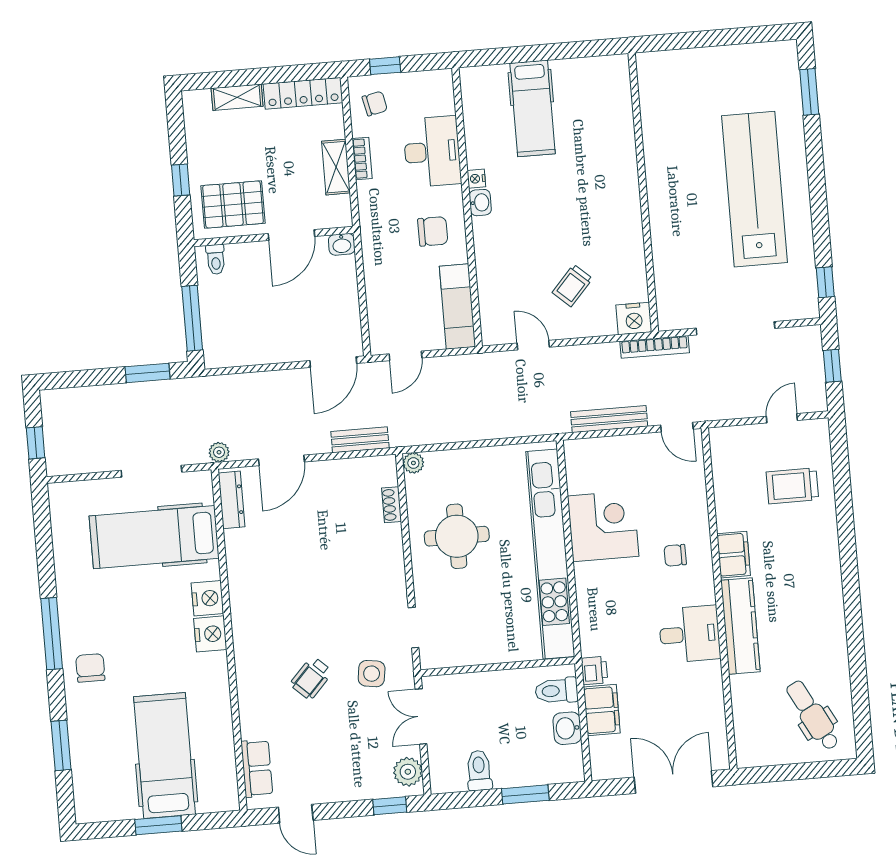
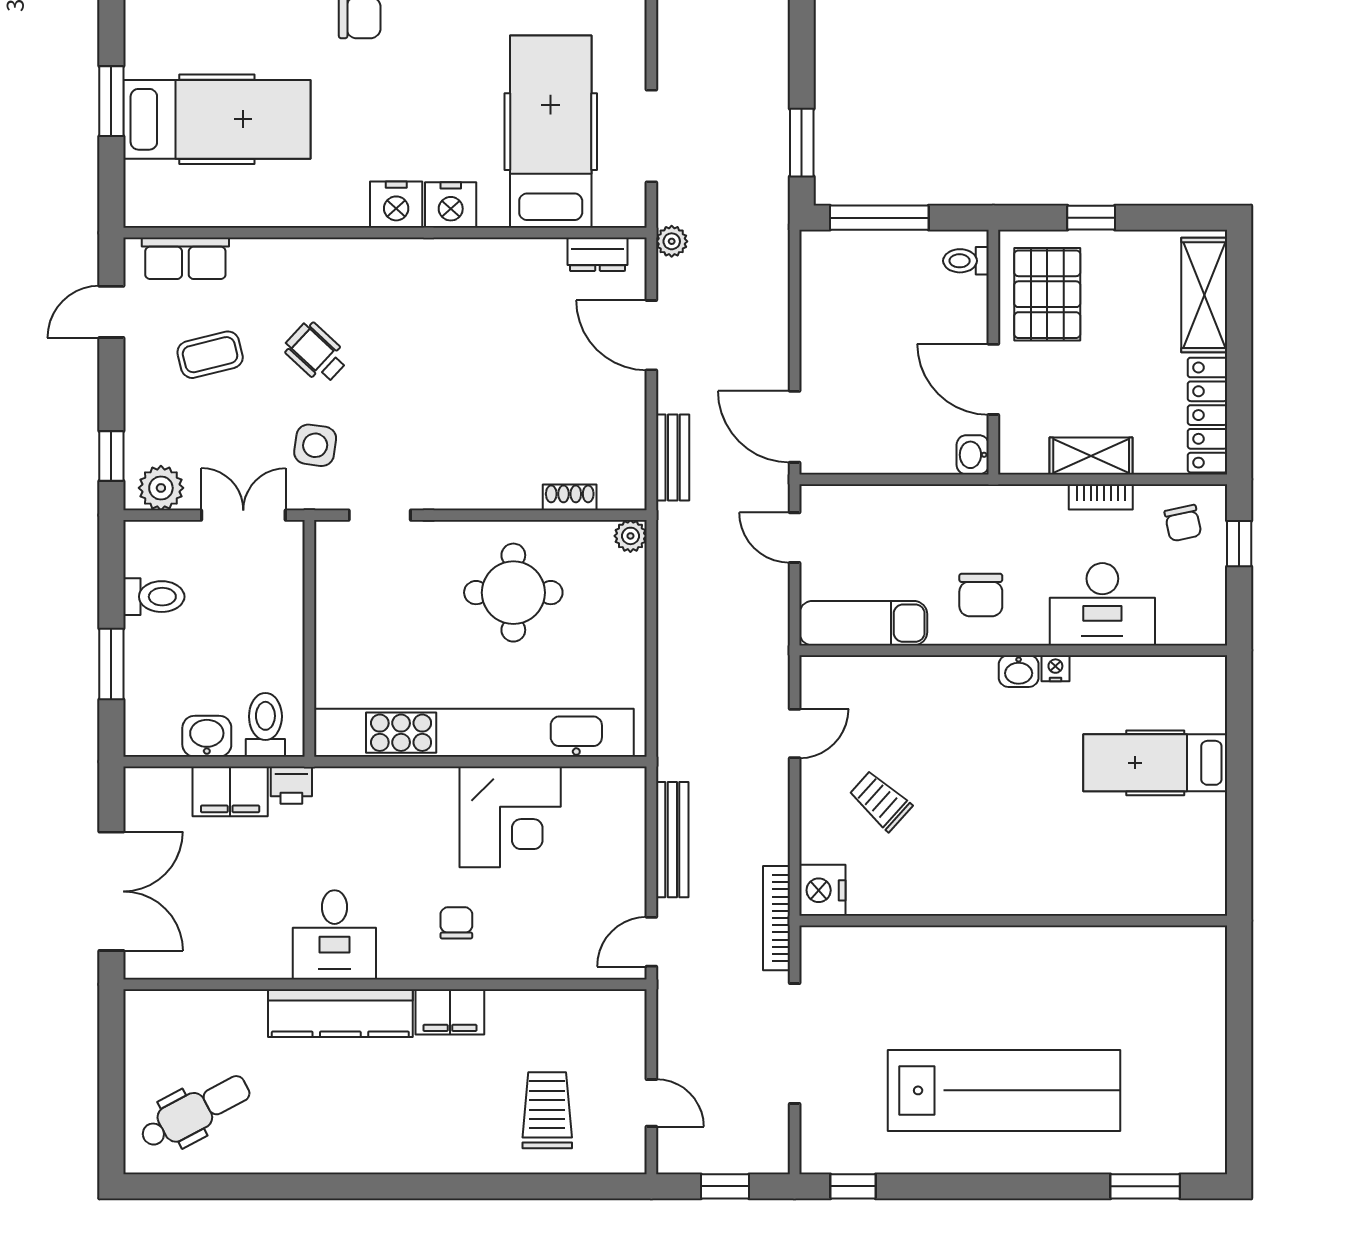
shelving: (237, 97) -> (1204, 295), width x1.50, depth x1.33
dresser: (232, 500) -> (597, 254), width x0.70
coffee table: (318, 747) -> (210, 355), added

